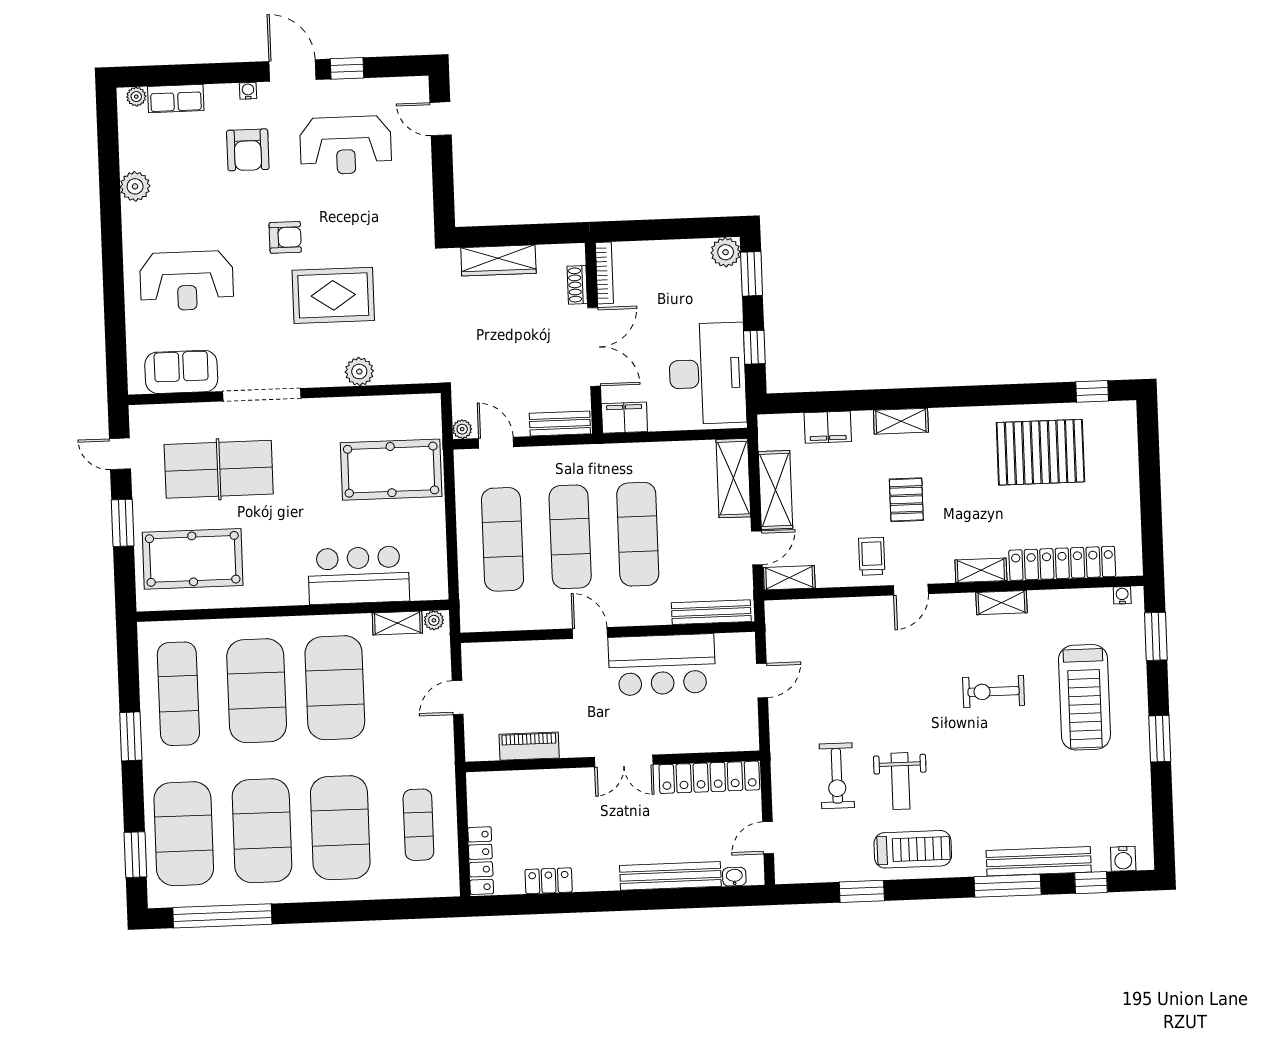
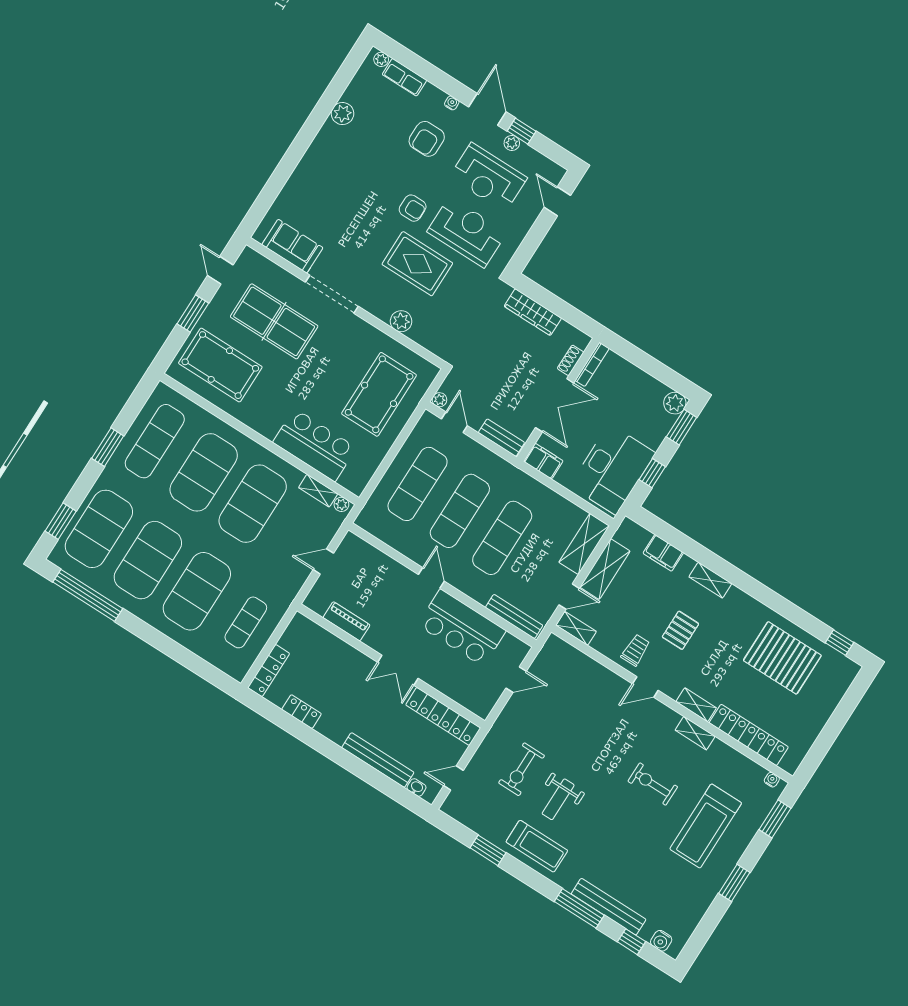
plant: (345, 89) -> (512, 143), added
reception desk: (187, 281) -> (467, 232), moved, turned 180
pool table: (391, 470) -> (379, 394), turned 90

